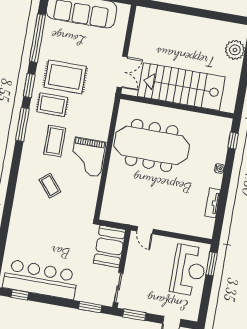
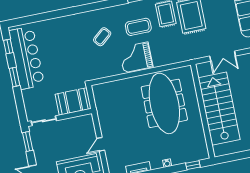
double door: (122, 72) -> (223, 56), moved
door: (145, 230) -> (101, 144), moved
window: (90, 307) -> (14, 77), moved

